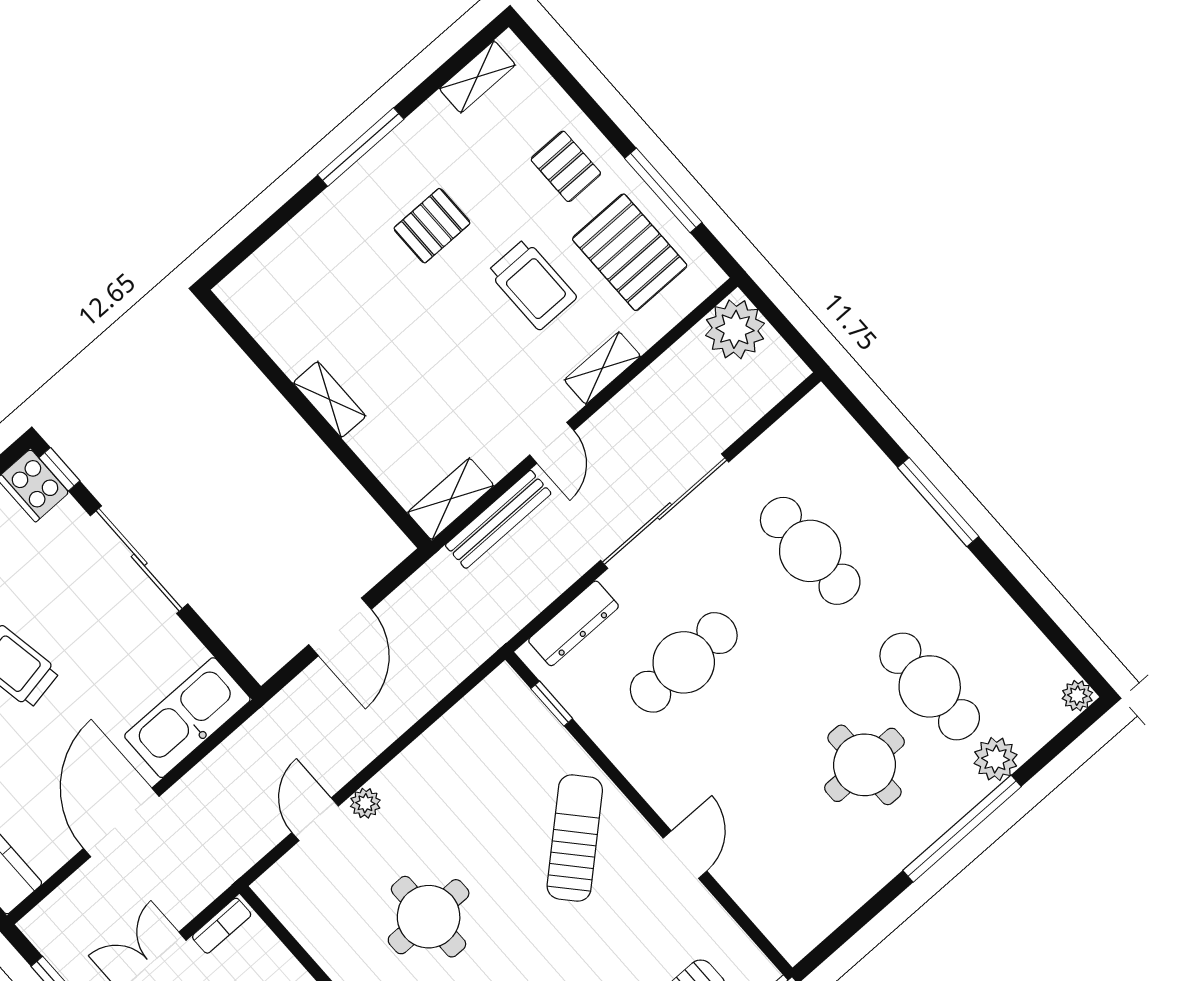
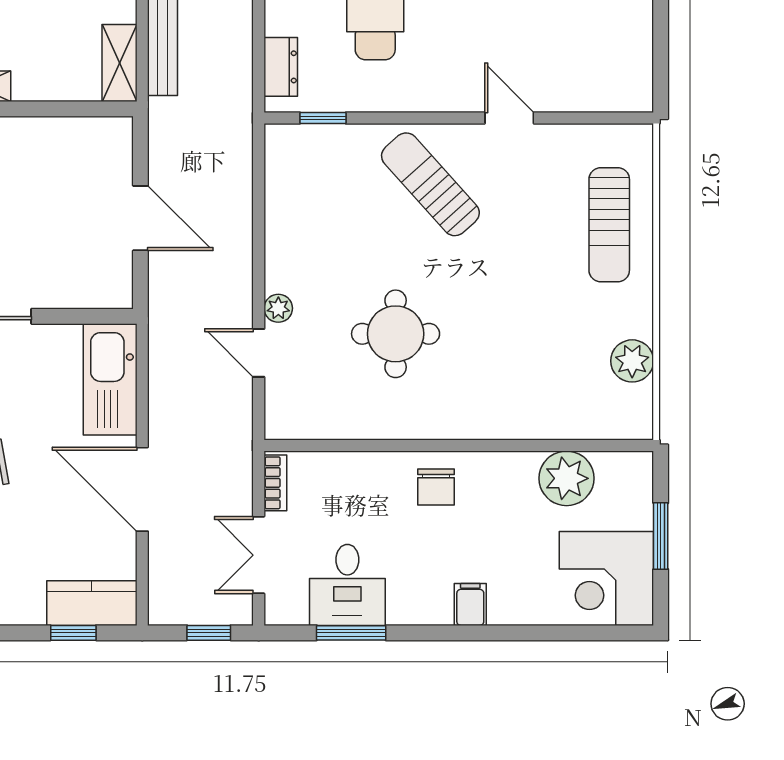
dresser: (573, 623) -> (281, 67), width x0.70

